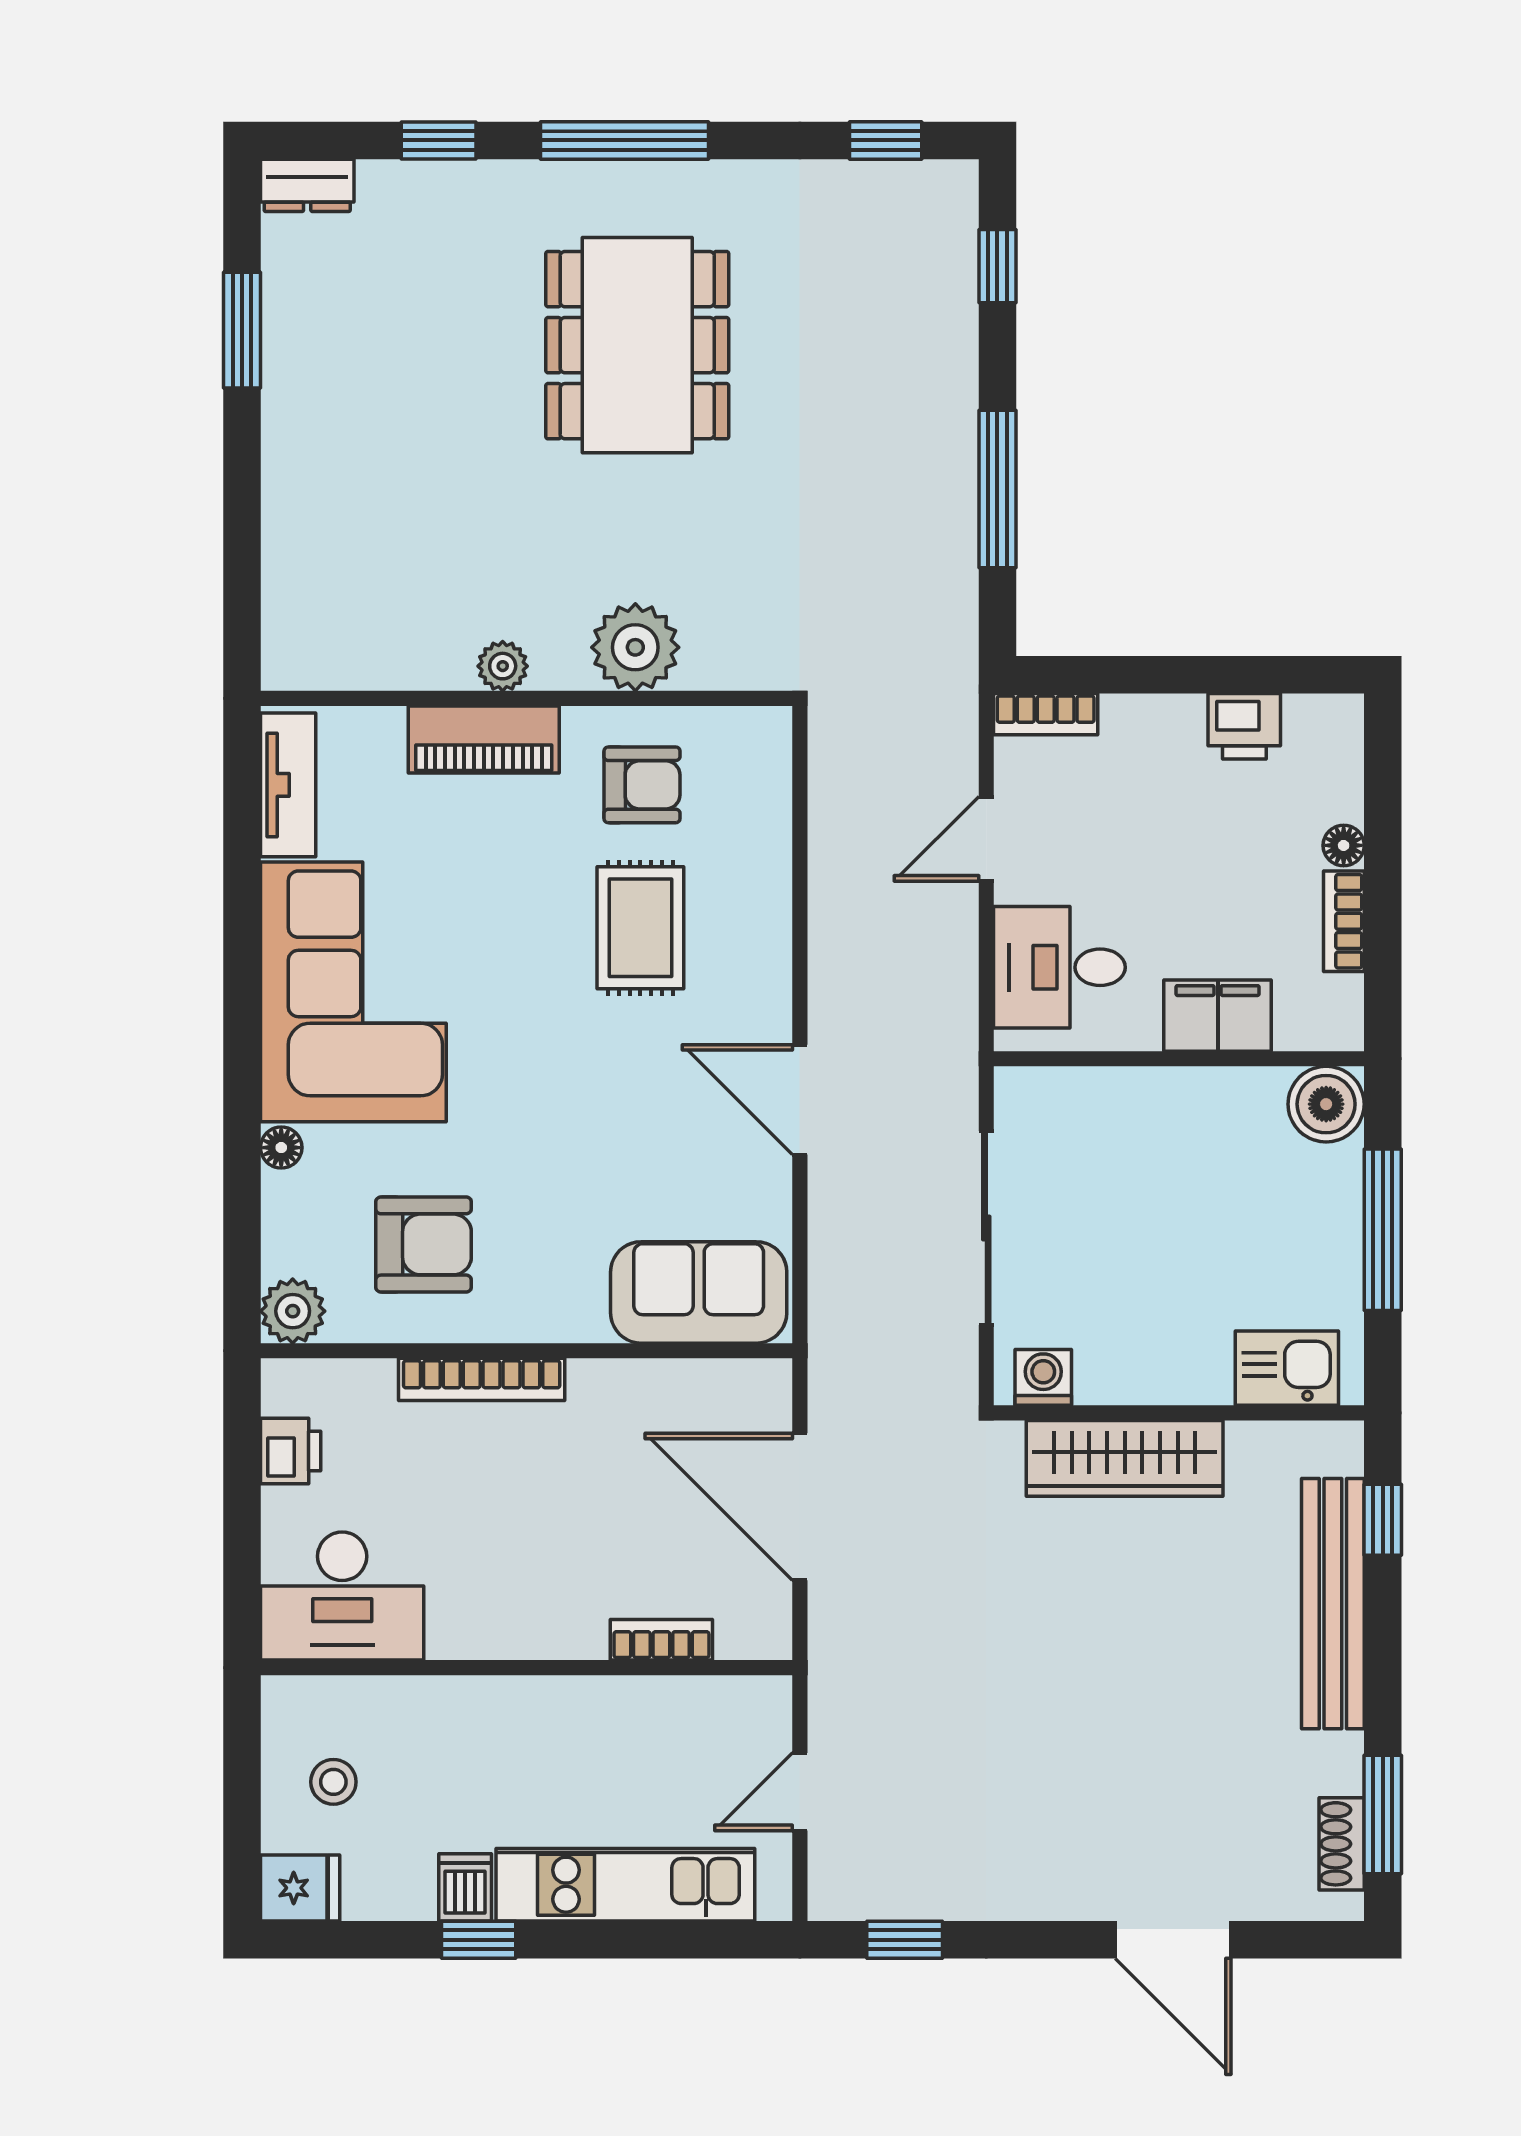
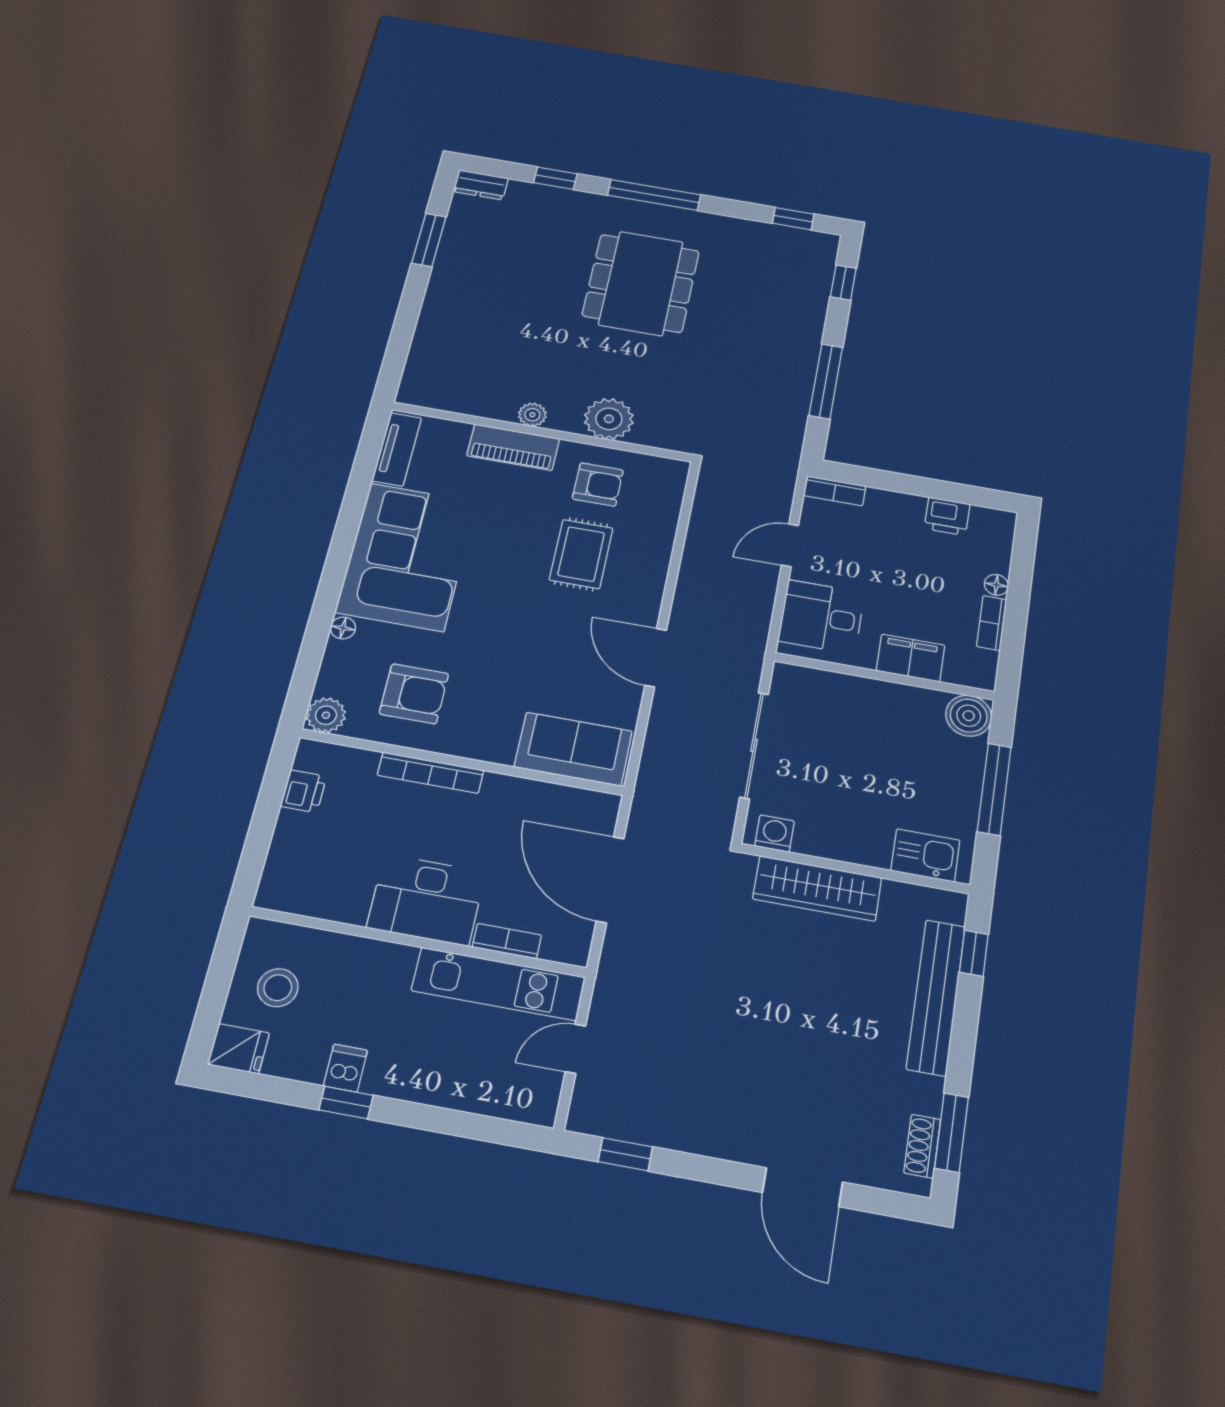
desk: (342, 1596) -> (426, 900), moved
stool: (333, 1782) -> (278, 988), width x1.37, depth x1.37
kitchen unit: (625, 1885) -> (498, 984), moved, turned 180

